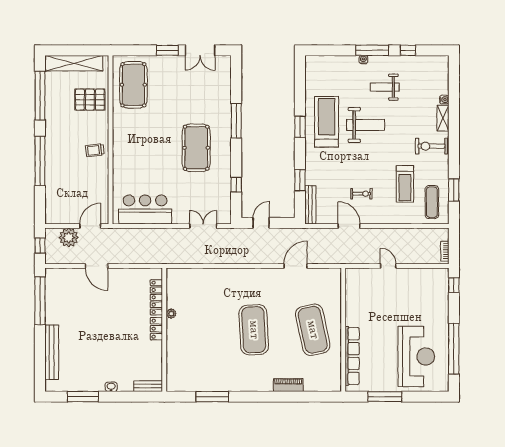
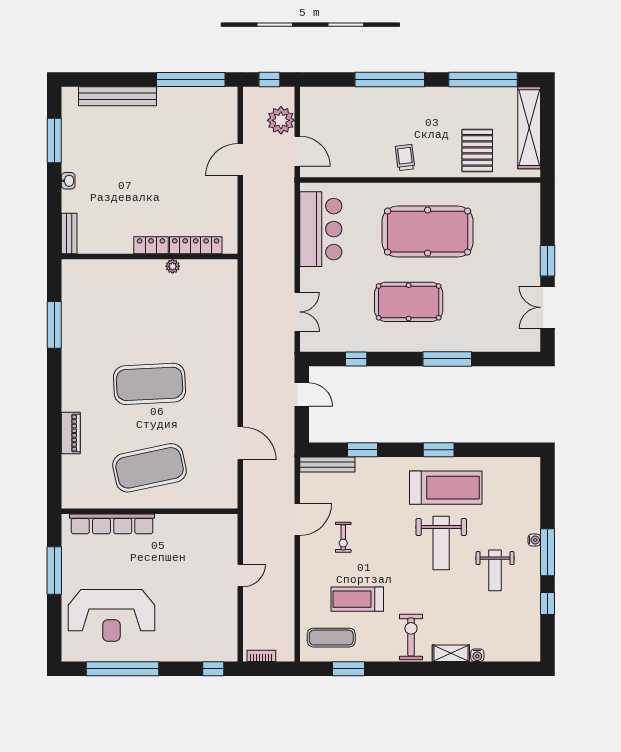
pool table: (133, 85) -> (428, 232), moved, width x1.36, depth x1.32
weight bench: (385, 87) -> (495, 570), turned 180

